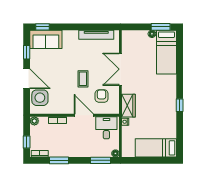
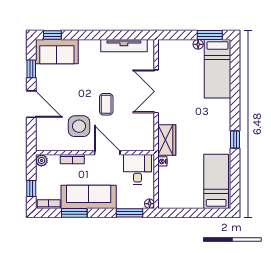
armchair: (102, 96) -> (131, 127), removed
side table: (40, 98) -> (79, 126), moved
sofa: (70, 148) -> (89, 197), added
bed: (156, 148) -> (216, 181), moved, turned 90

